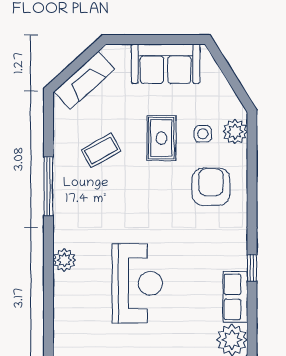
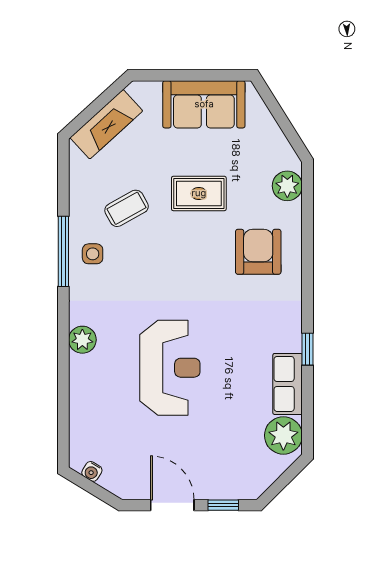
side table: (203, 134) -> (93, 254), moved
rug: (161, 138) -> (199, 193), turned 90

